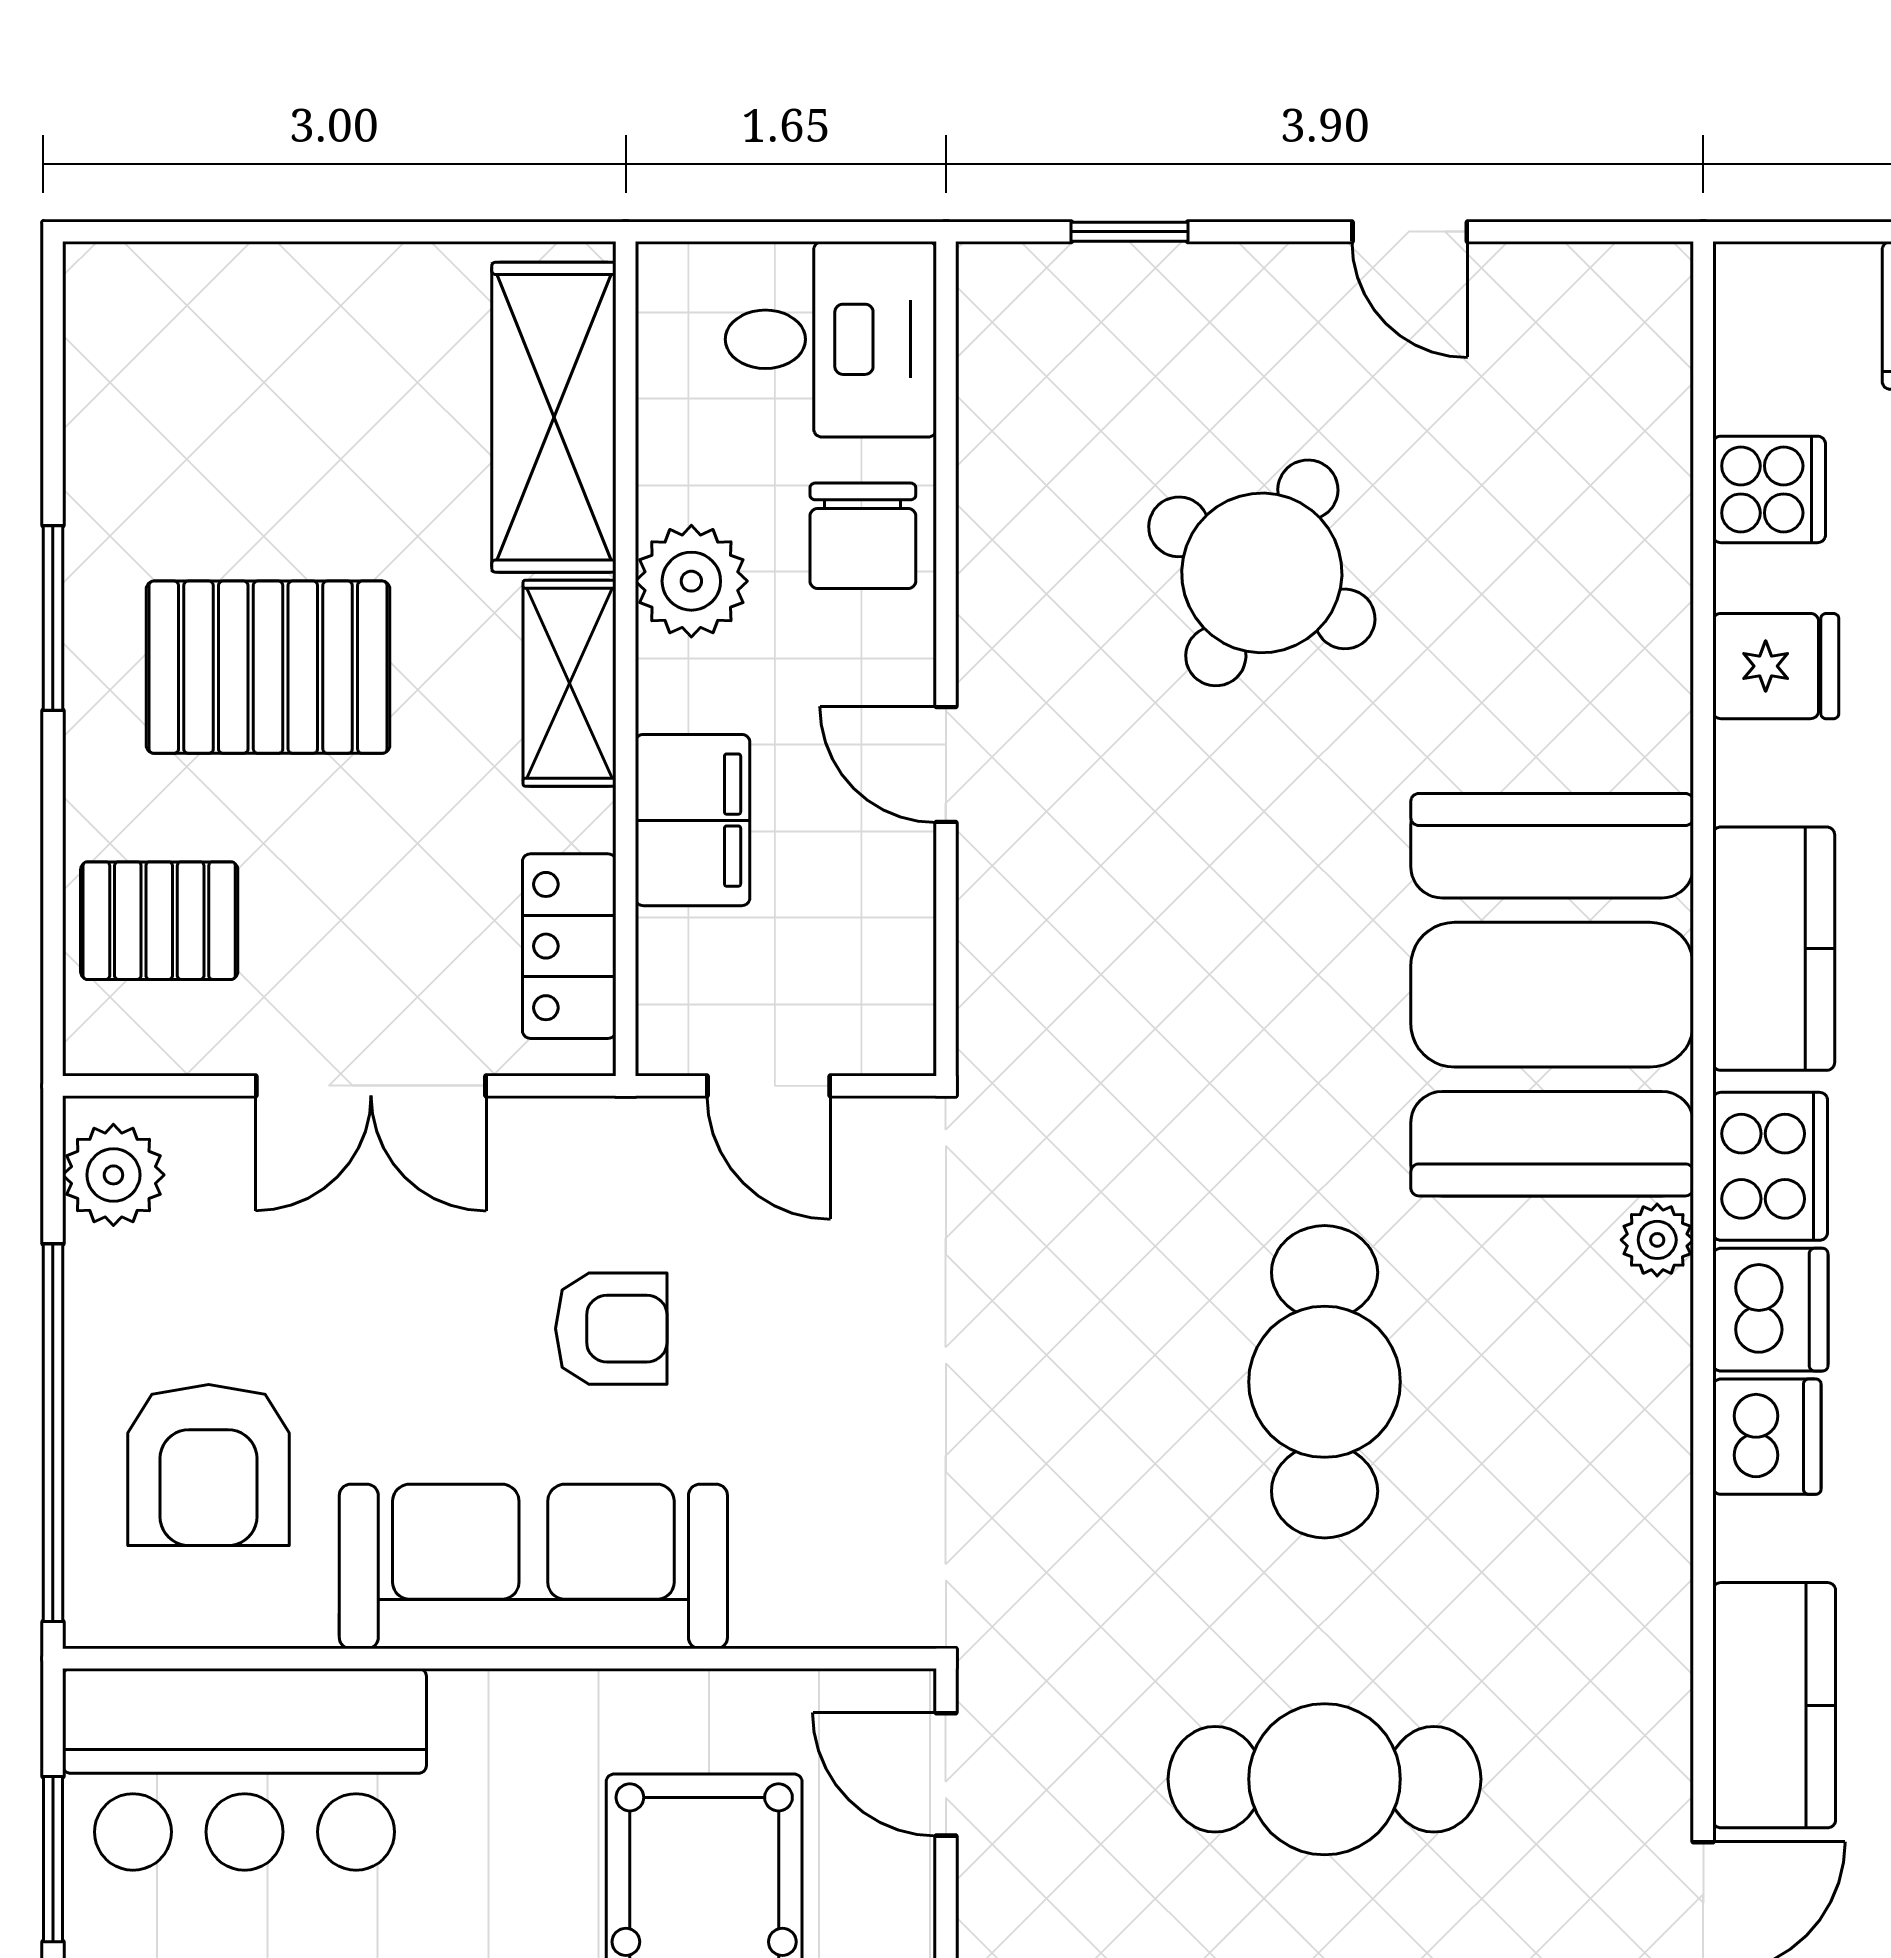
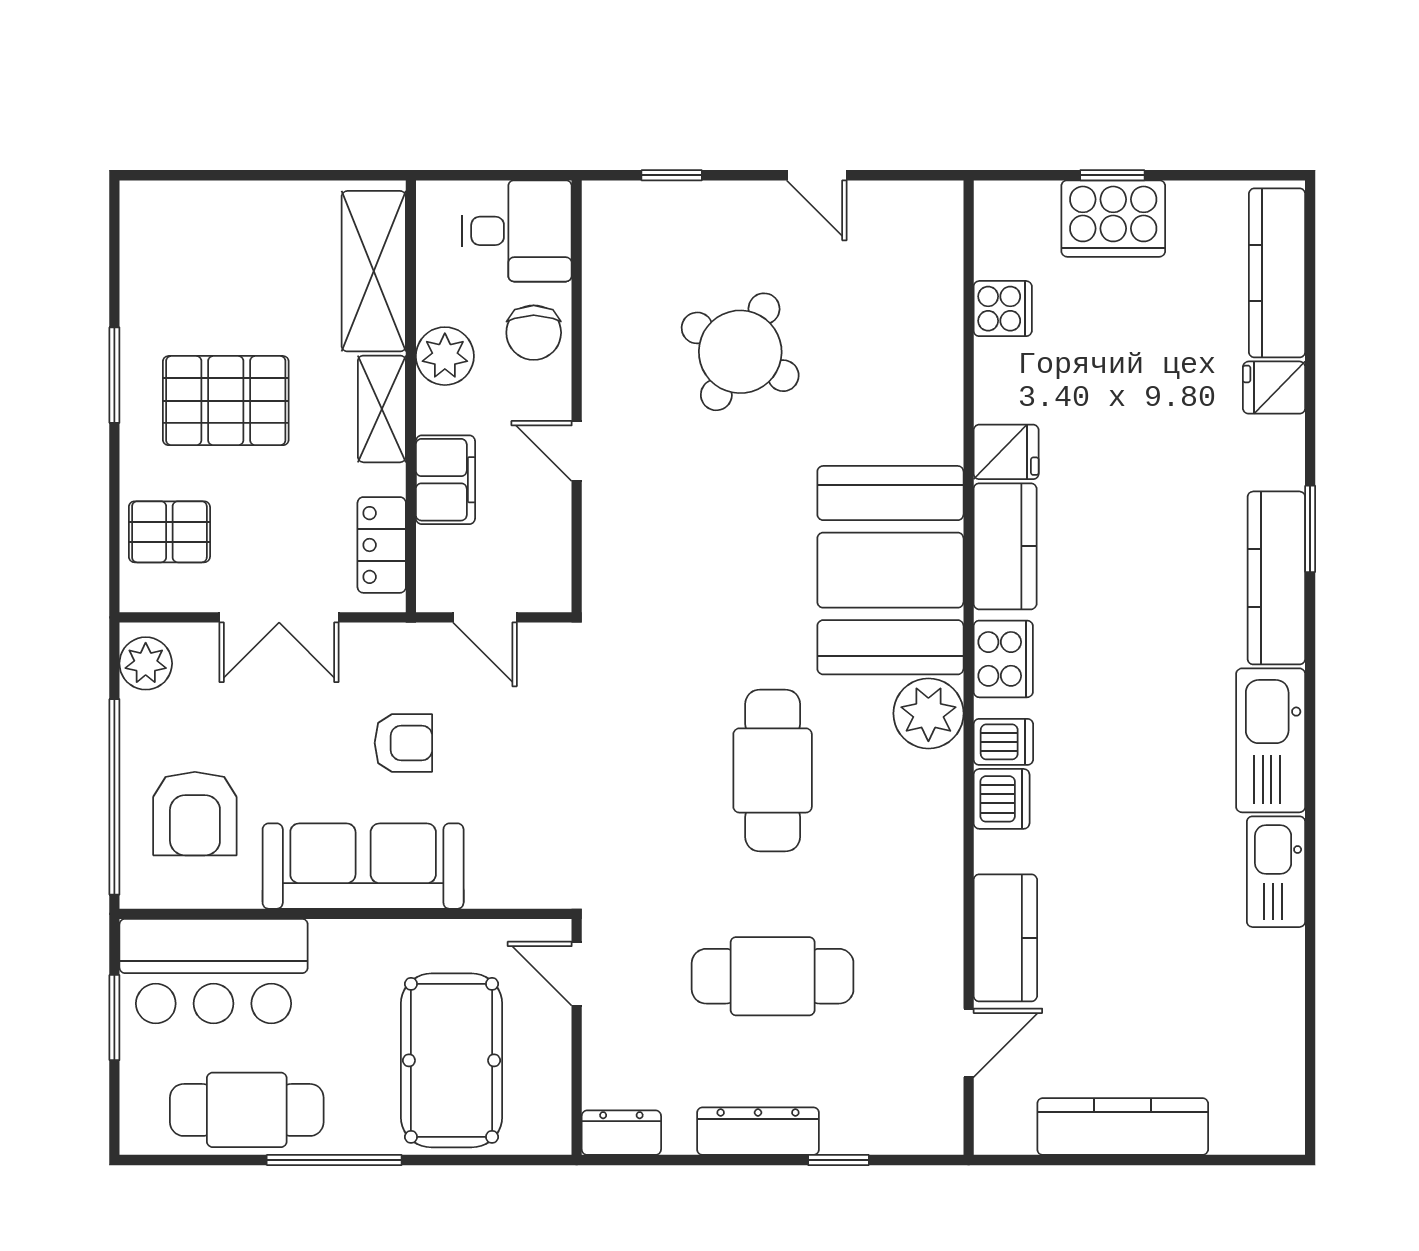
fridge: (1776, 666) -> (1006, 452), moved
plant: (1657, 1240) -> (928, 713), width x1.88, depth x1.88
dishwasher: (1770, 1310) -> (1003, 742), width x0.73

